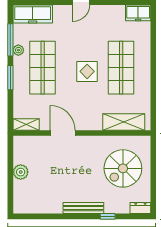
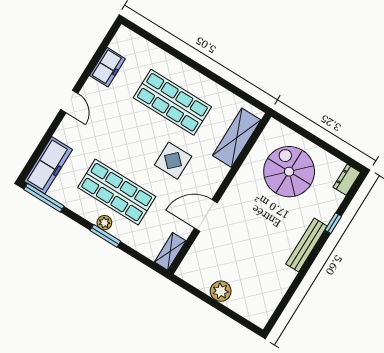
freezer: (138, 13) -> (107, 67), moved
window: (10, 40) -> (44, 198), moved
plant: (18, 50) -> (104, 223), moved
display table: (87, 71) -> (173, 161), moved
spiral stairs: (123, 168) -> (289, 172), turned 180

